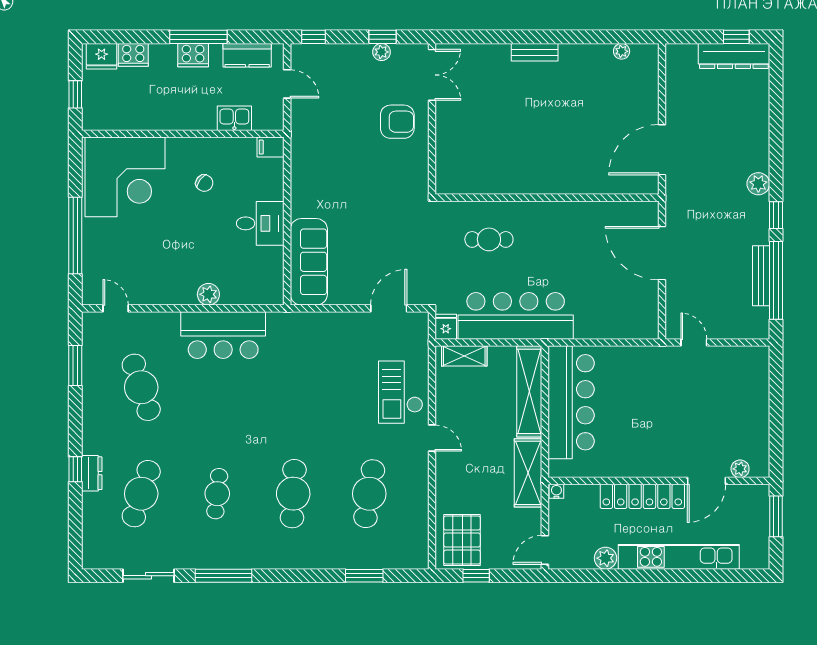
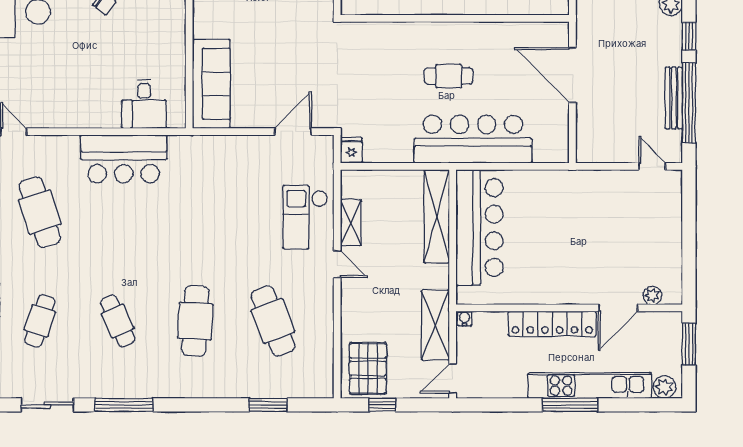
desk: (260, 223) -> (144, 104), moved, turned 90
cafe table: (489, 239) -> (449, 76), moved
plant: (208, 294) -> (109, 117), removed
bar counter: (516, 316) -> (473, 139), moved
door: (694, 342) -> (652, 166), moved
shelving: (464, 356) -> (351, 223), moved, turned 90
shelving: (528, 473) -> (435, 325), moved
cafe table: (141, 494) -> (40, 321), width x0.73, depth x0.74
cafe table: (217, 494) -> (118, 321), turned -30
cafe table: (369, 494) -> (273, 321), turned -30
plant: (605, 558) -> (664, 387), moved
window: (660, 576) -> (570, 405), added

